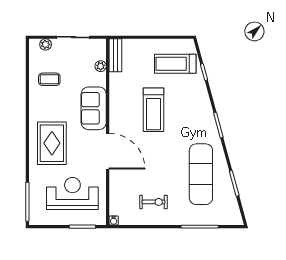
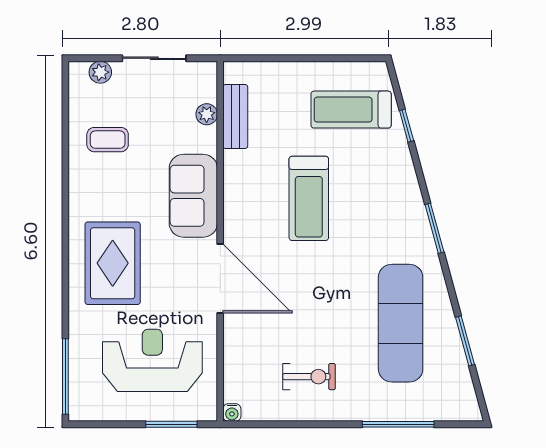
bench: (115, 55) -> (235, 117), moved

